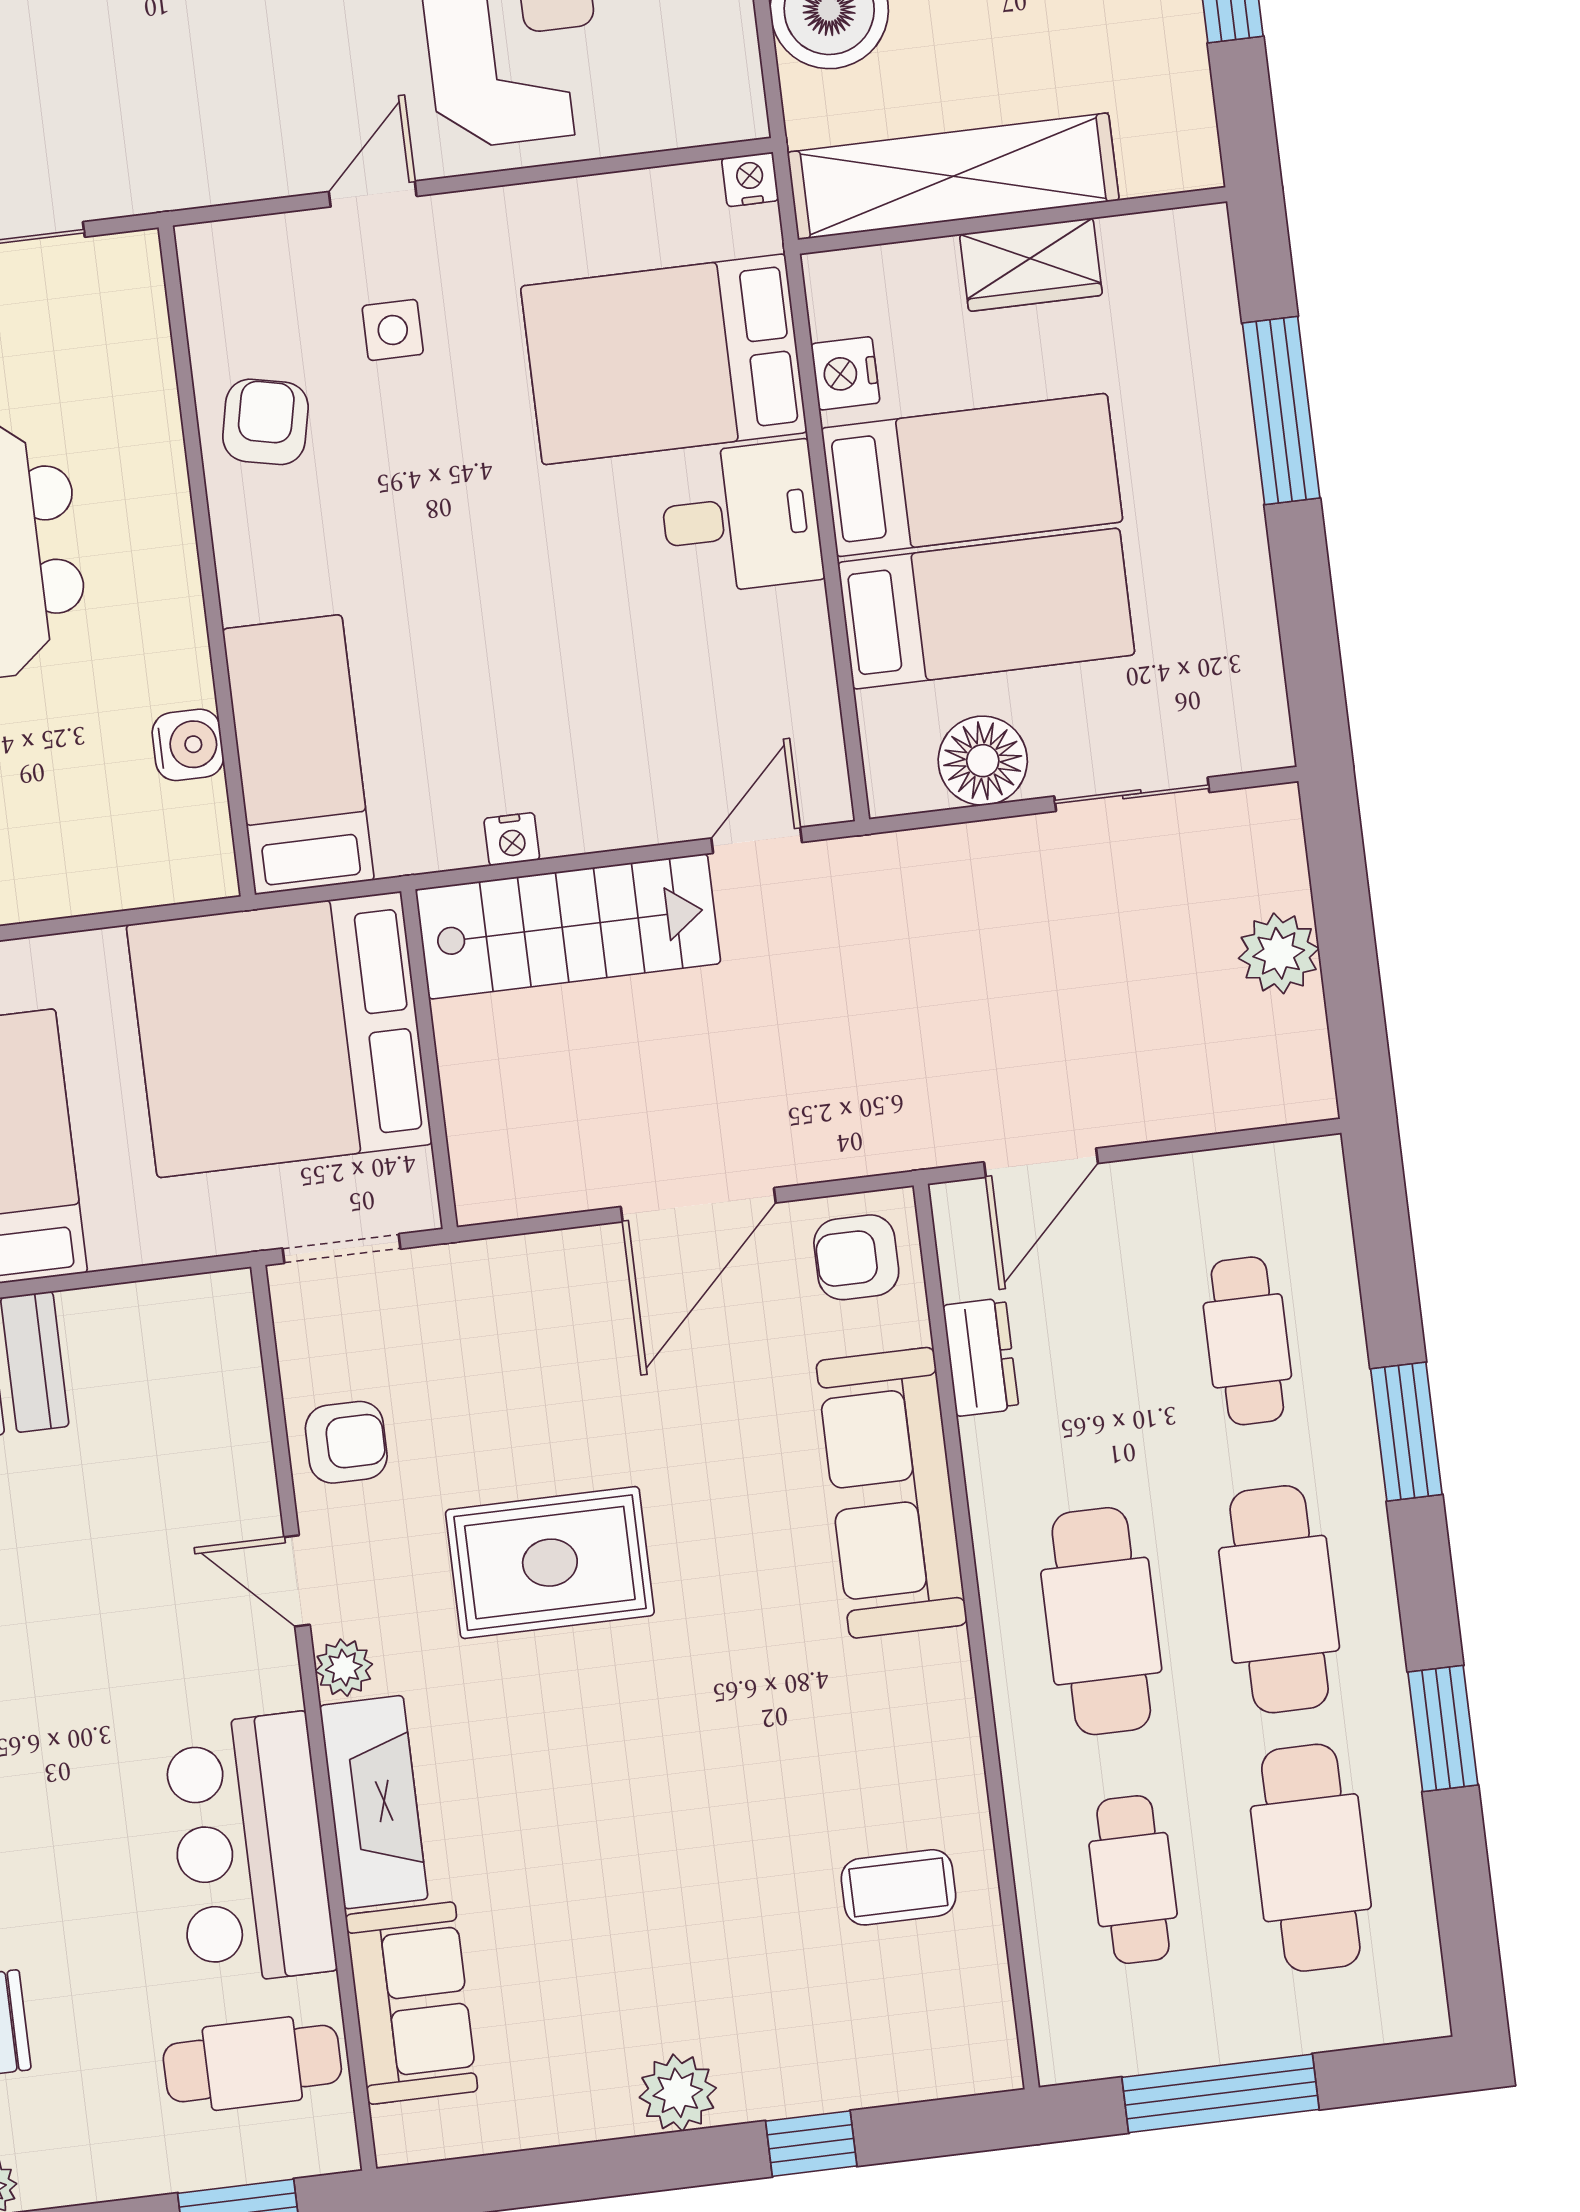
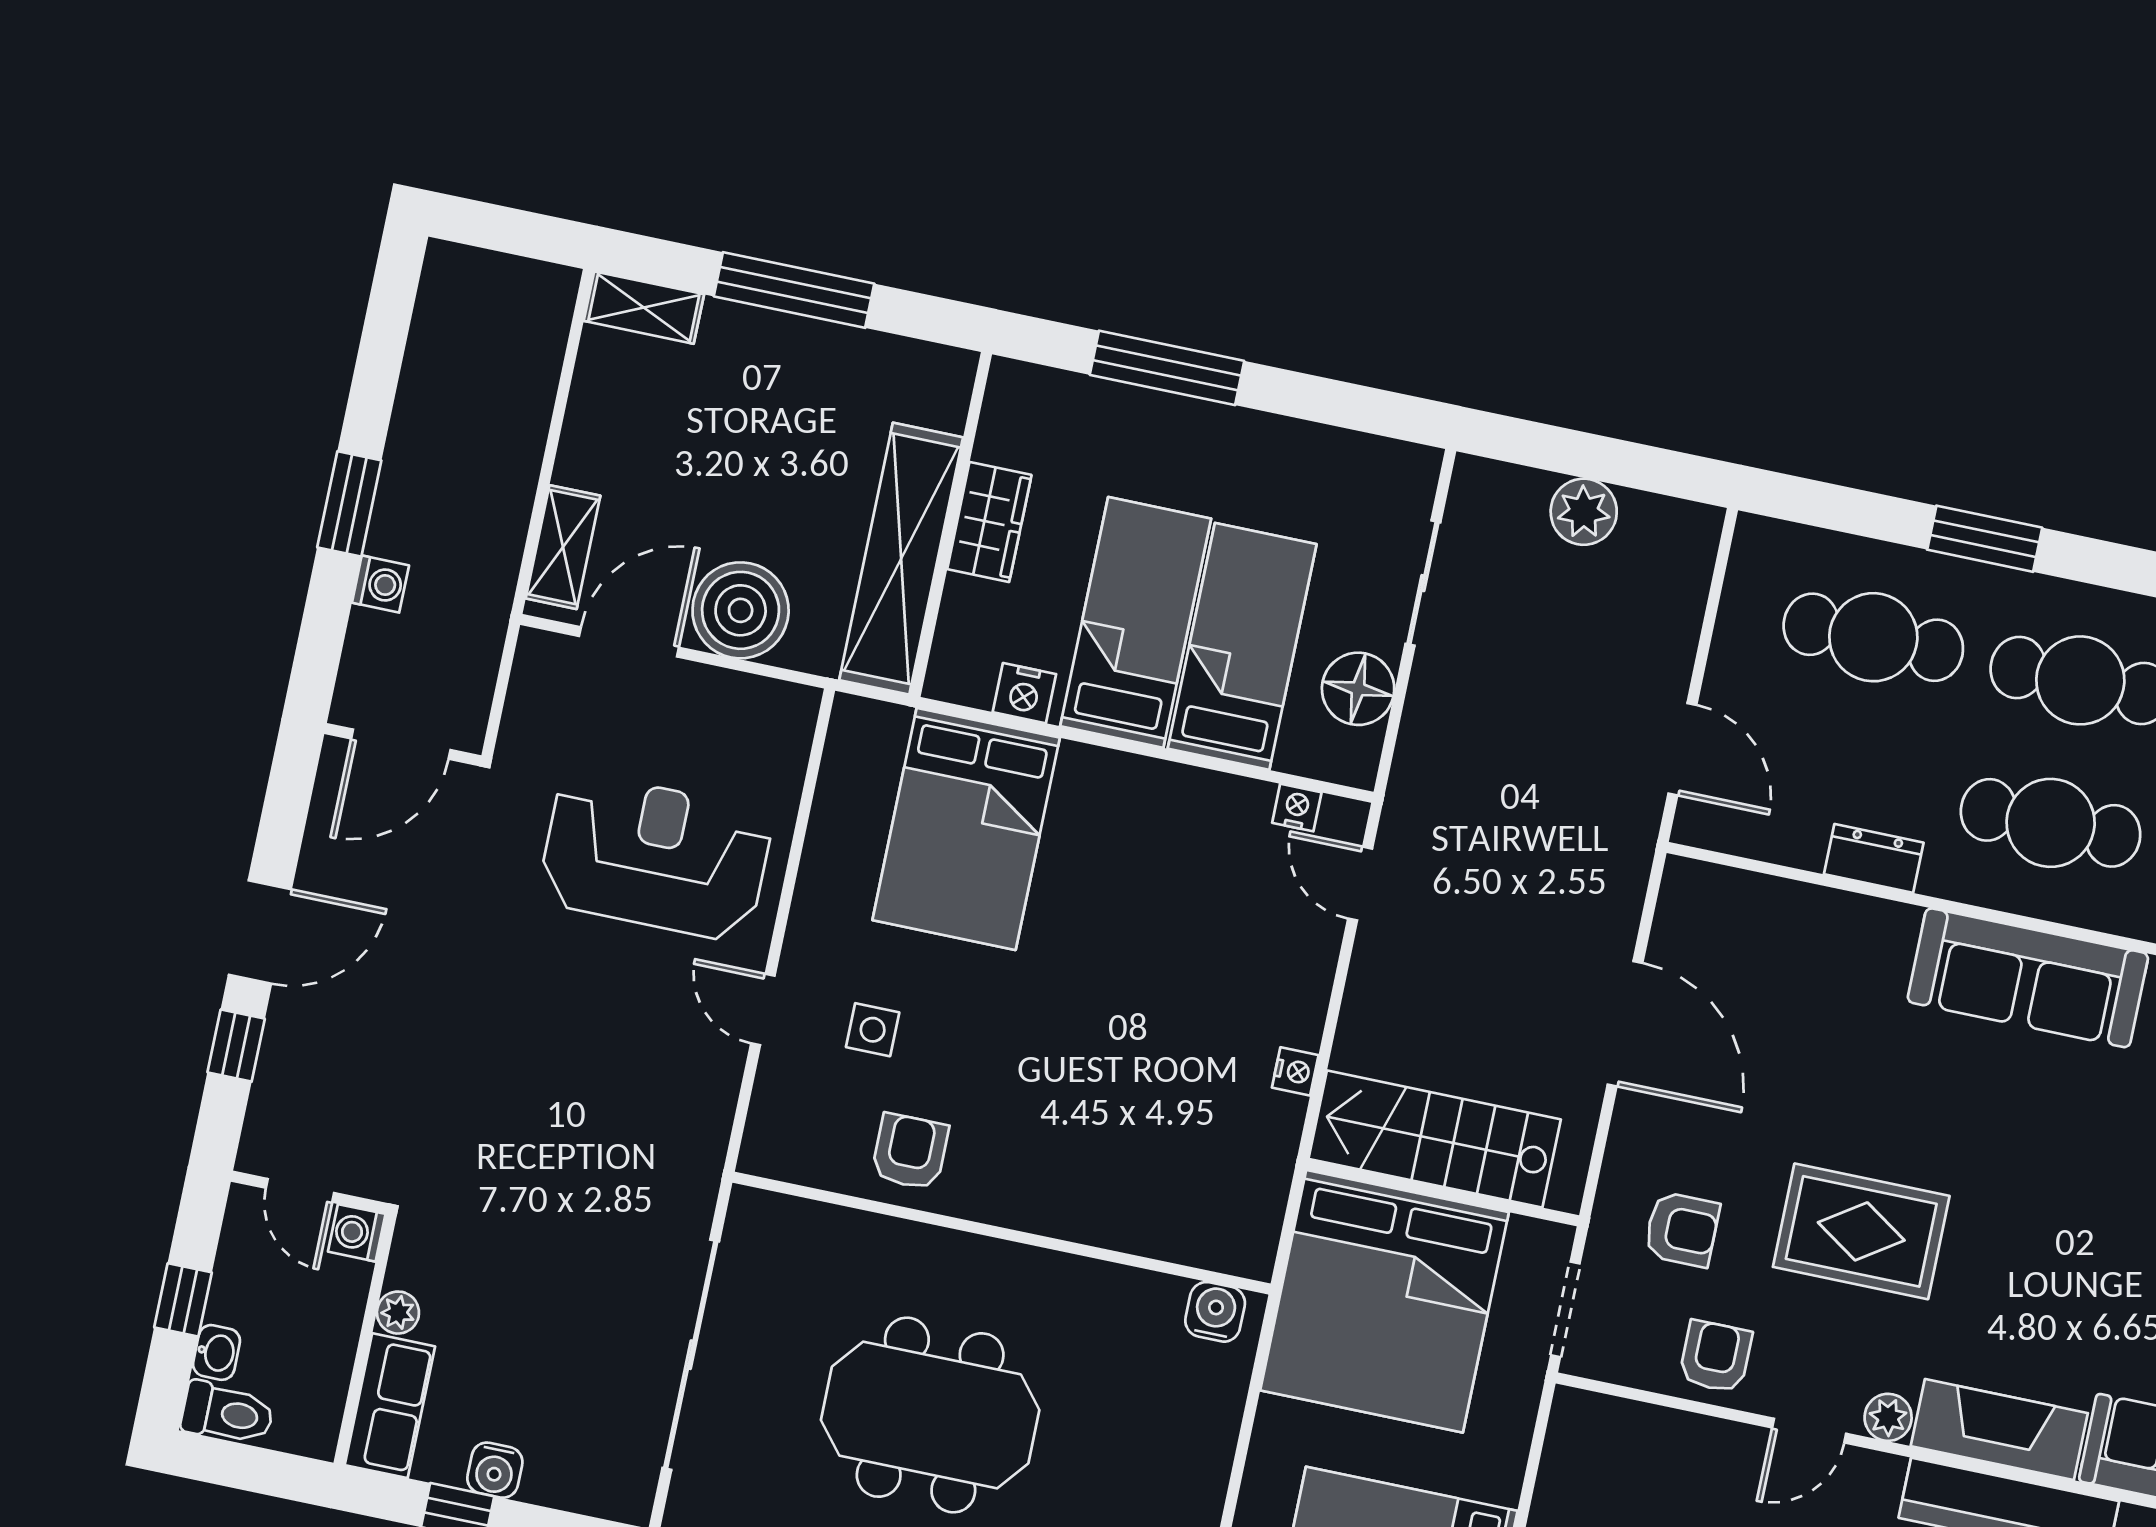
nightstand: (750, 179) -> (1297, 808), moved, turned 90
armchair: (265, 422) -> (910, 1152), turned 78
desk: (741, 518) -> (1108, 811), removed
water cooler: (188, 745) -> (1215, 1312), moved
bed: (298, 755) -> (1174, 1213), removed
stairs: (568, 926) -> (1435, 1139), moved, turned -90
armchair: (856, 1257) -> (1682, 1229), moved, turned -90
cafe table: (1247, 1341) -> (1873, 637), width x1.37, depth x1.35
dresser: (981, 1357) -> (1874, 858), moved
sofa: (892, 1493) -> (2028, 978), moved
rug: (550, 1563) -> (1861, 1231), turned 90

